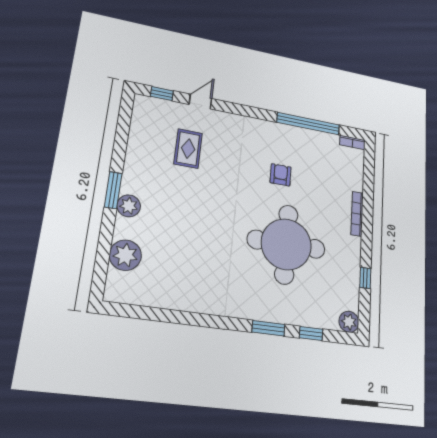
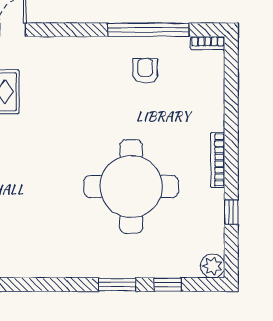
armchair: (281, 175) -> (145, 71), moved
bookcase: (357, 214) -> (218, 160), moved

